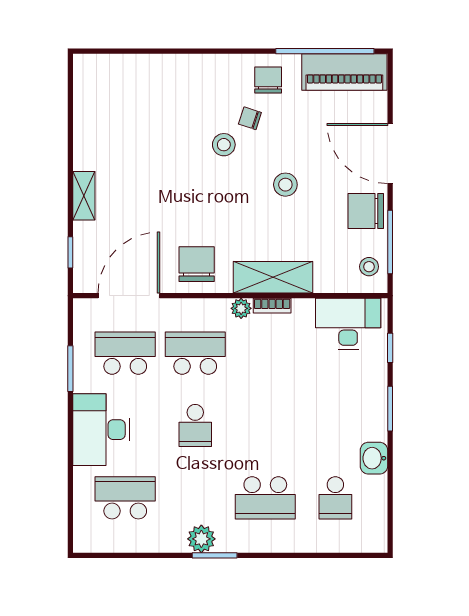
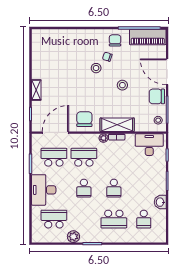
school desk: (265, 426) -> (114, 188), added
plant: (201, 539) -> (73, 237), moved

